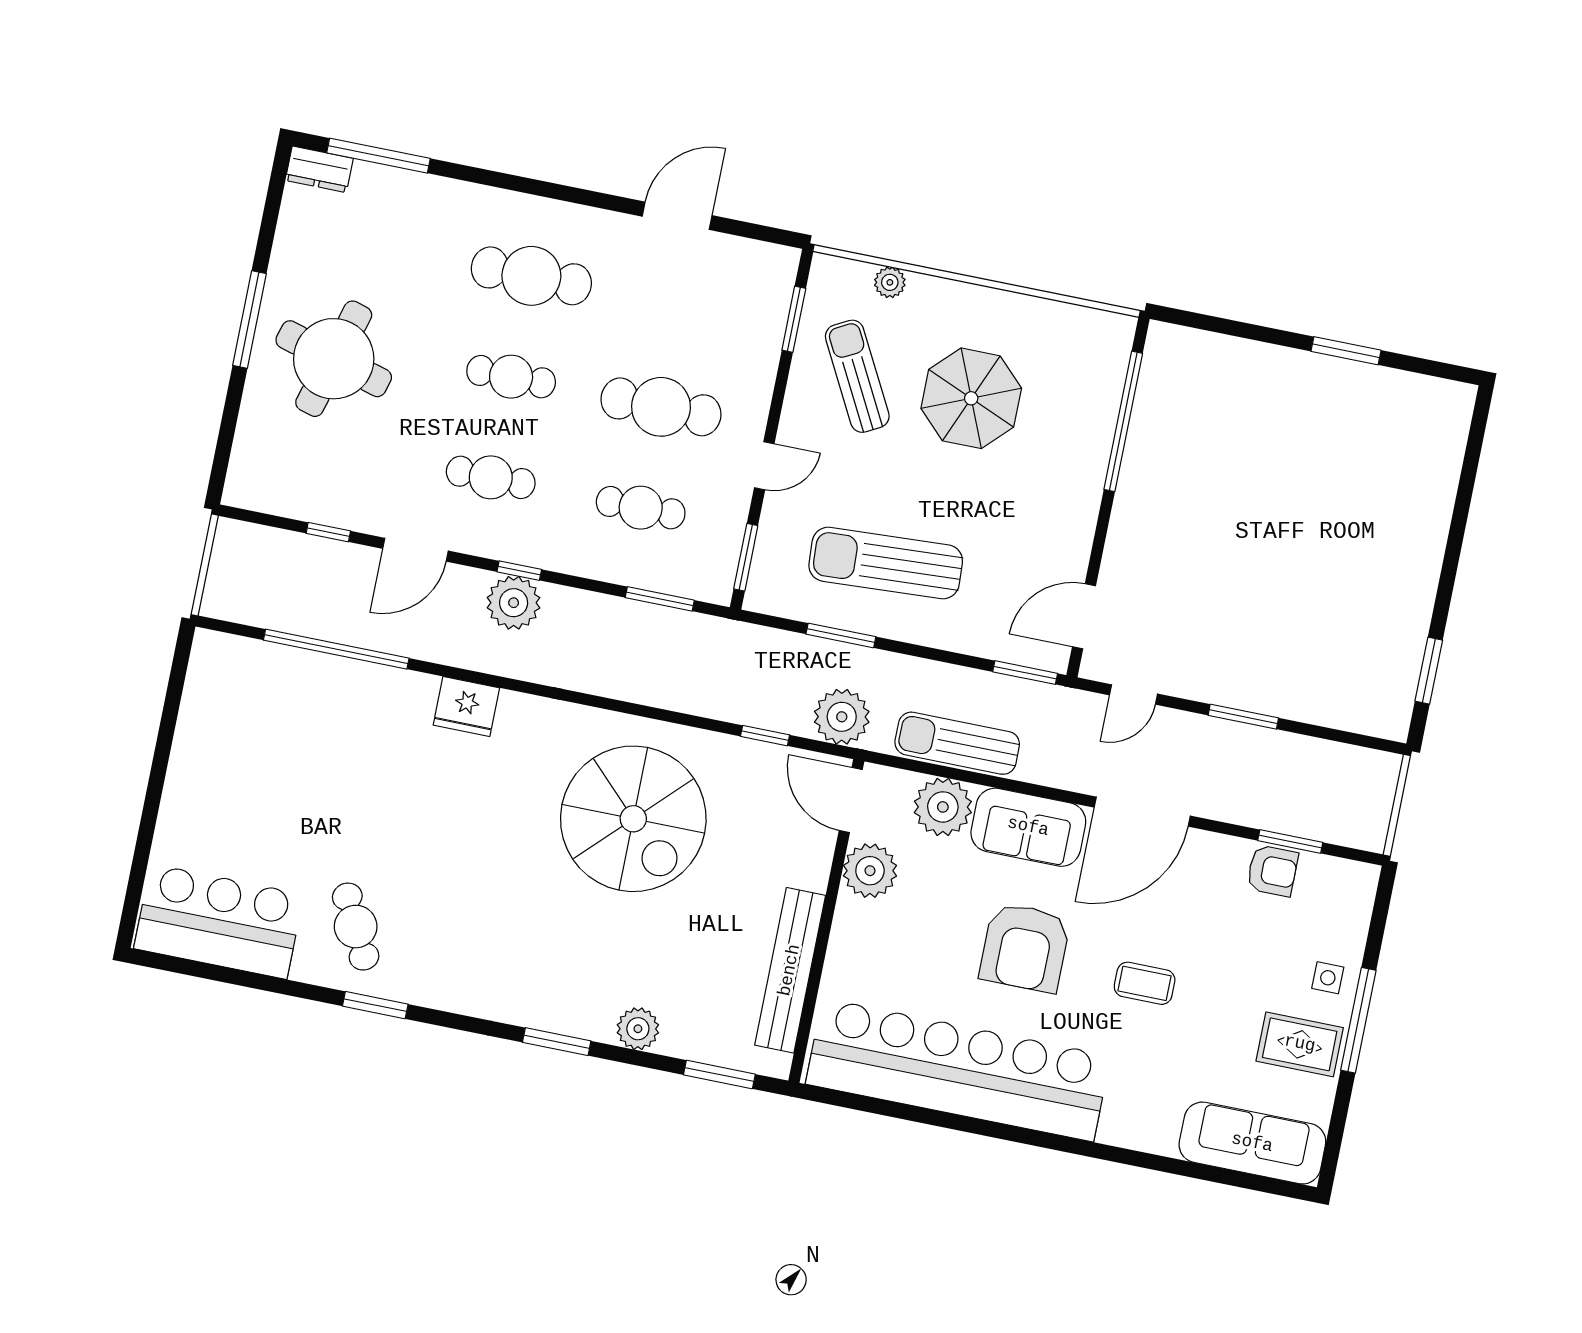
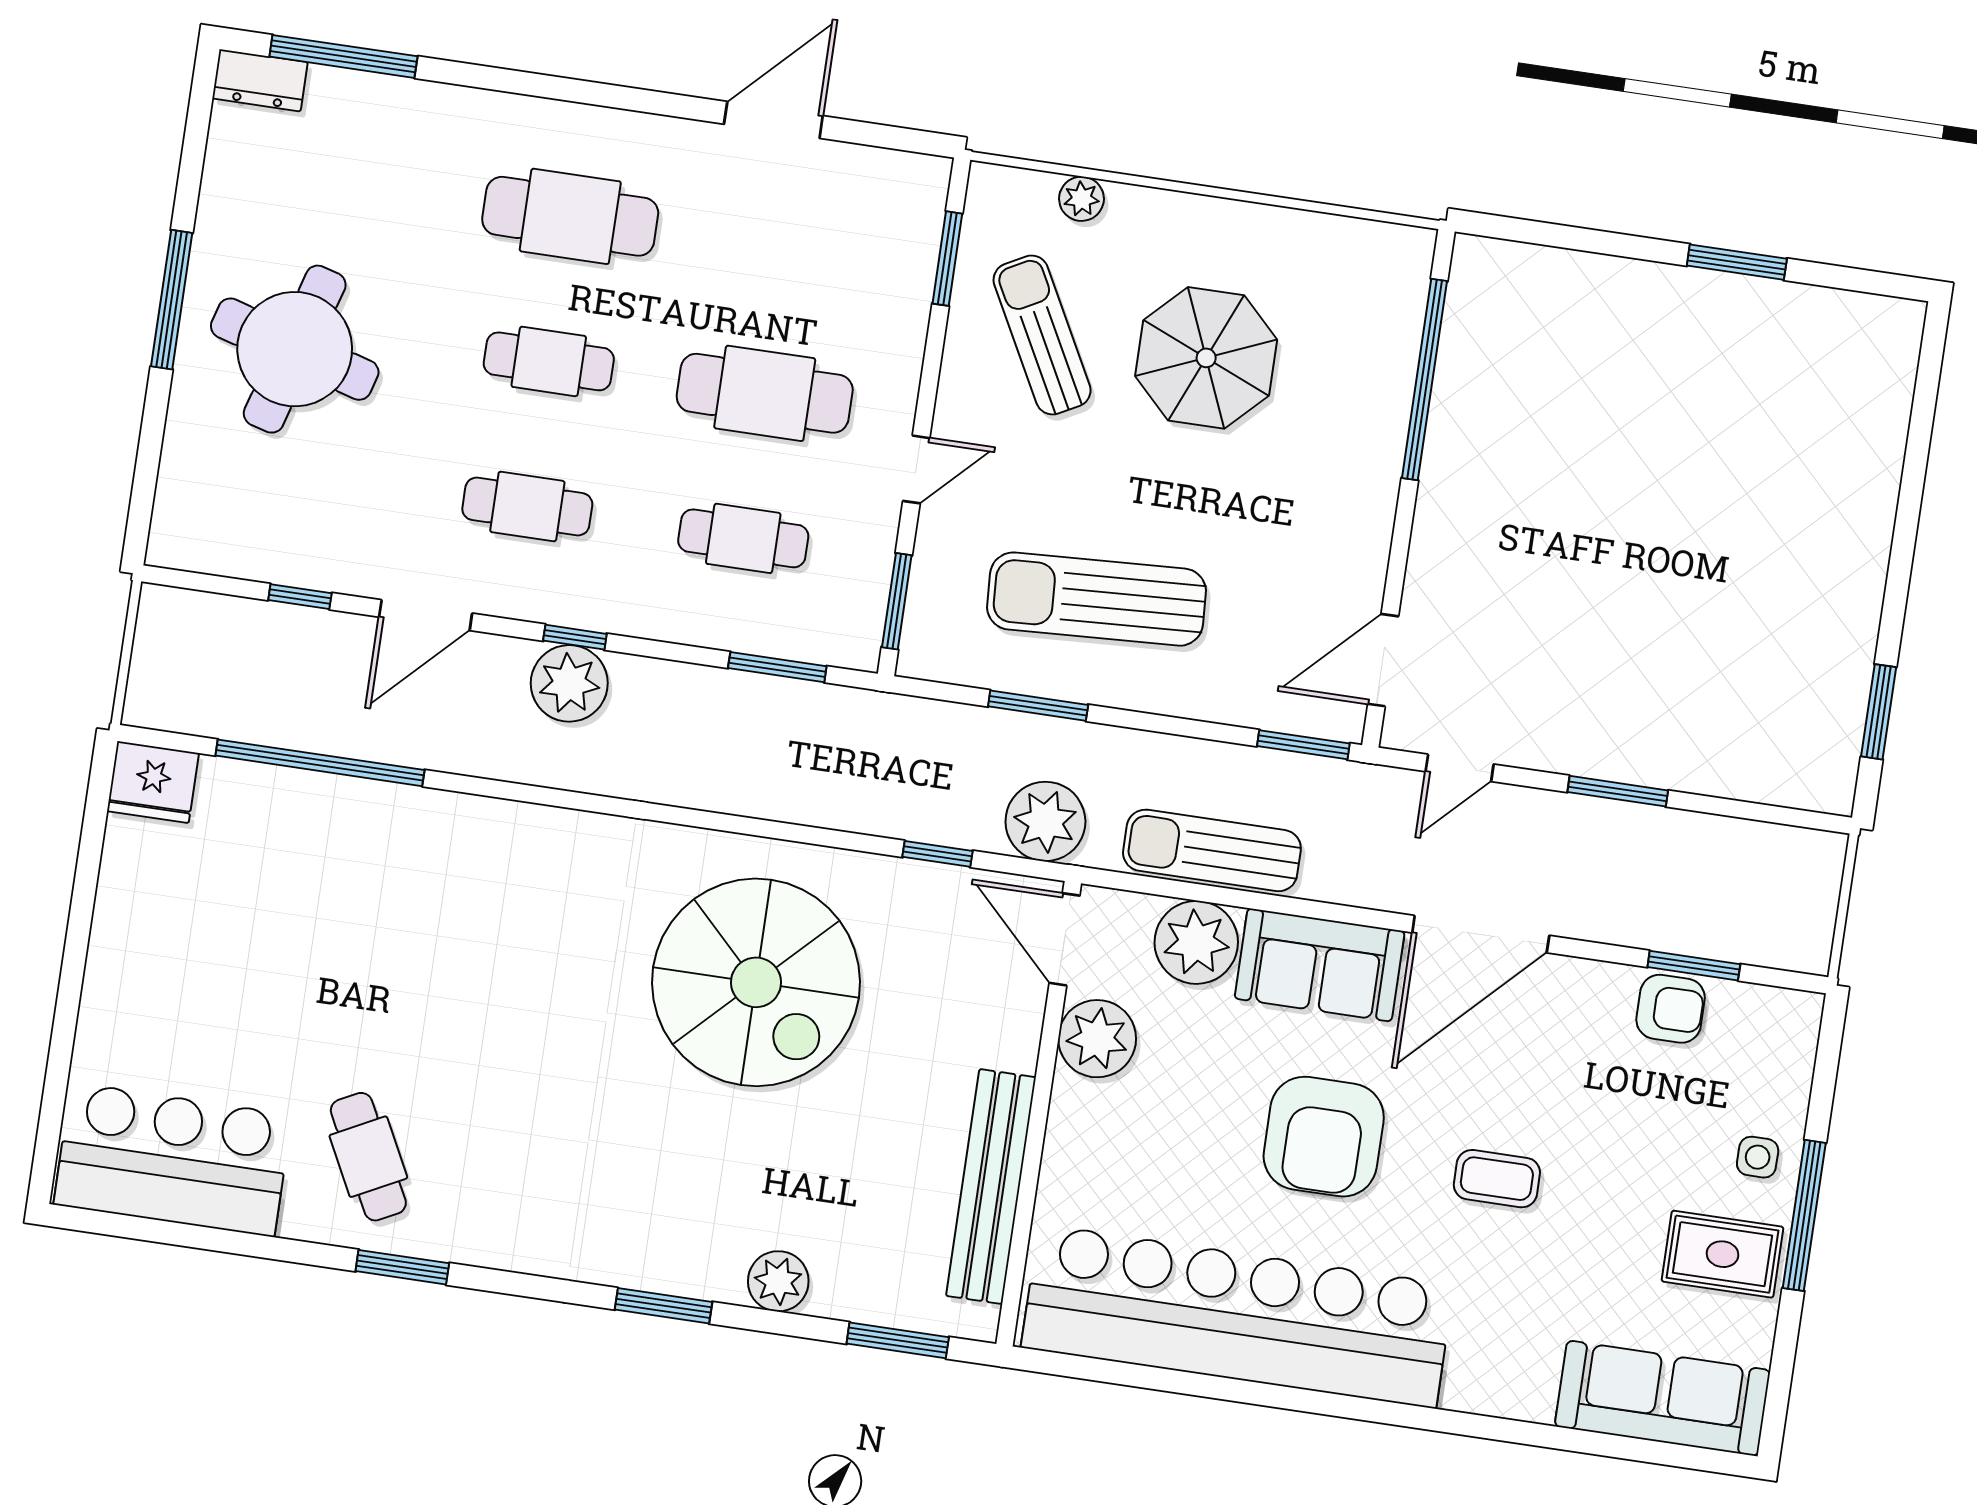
fridge: (466, 707) -> (153, 782), moved

